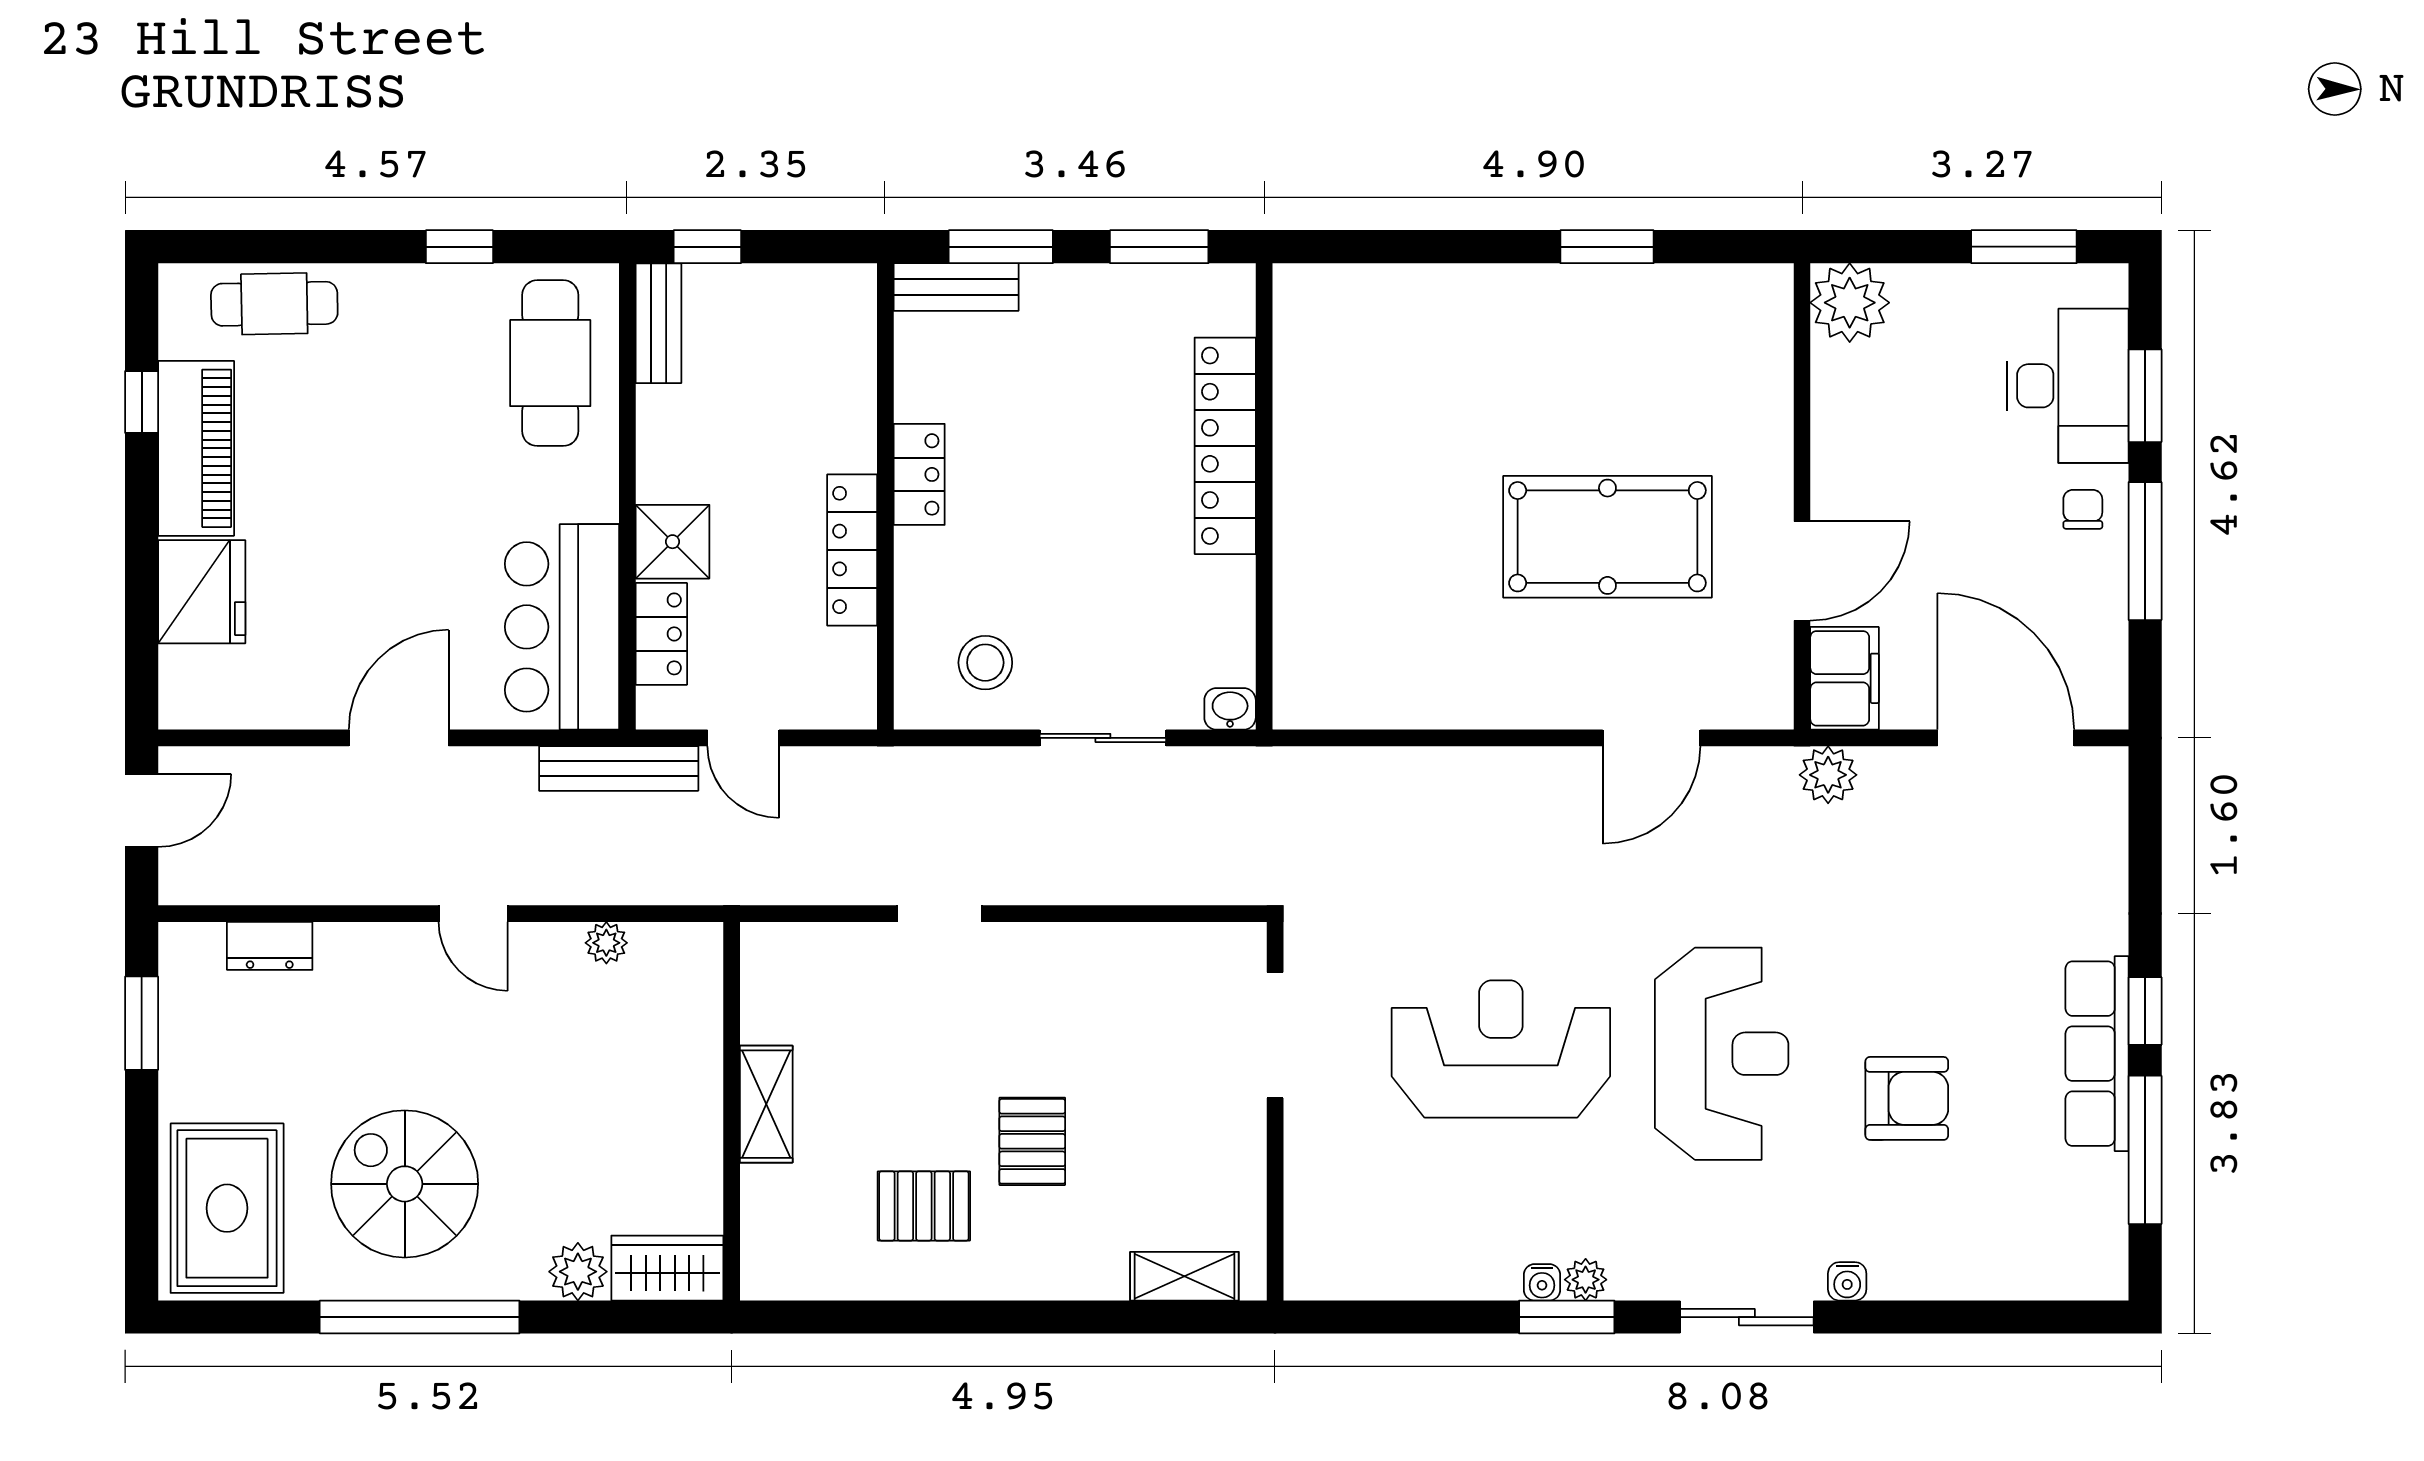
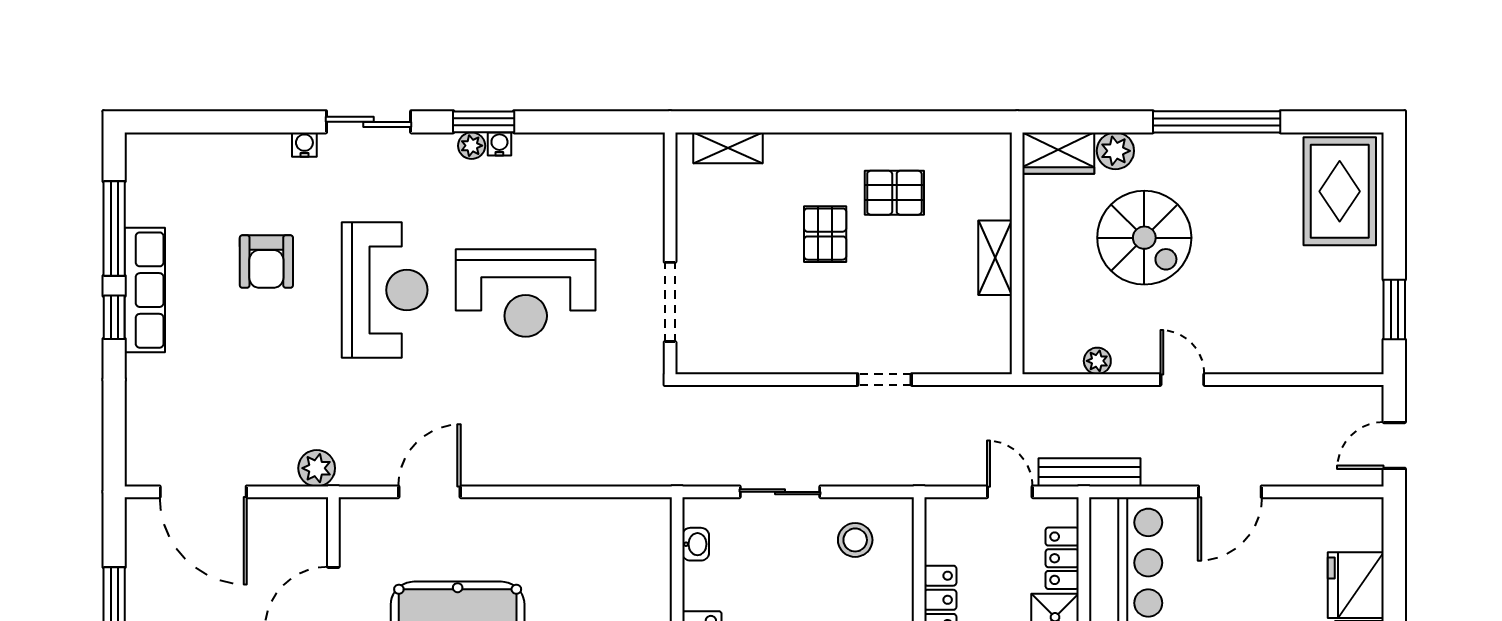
filing cabinet: (1844, 678) -> (306, 530), removed
washbasin: (1230, 709) -> (696, 544), moved, turned -90
dresser: (270, 946) -> (1312, 359), removed
reception desk: (1722, 1054) -> (385, 290), turned 180
armchair: (1907, 1098) -> (266, 261), turned -90
spiral stairs: (405, 1184) -> (1144, 238), moved

